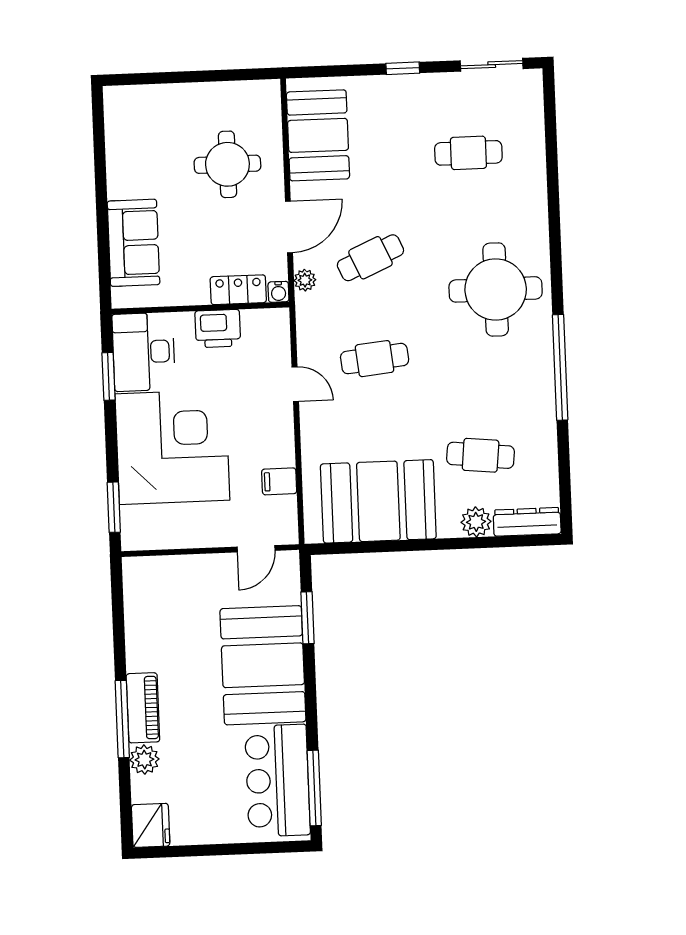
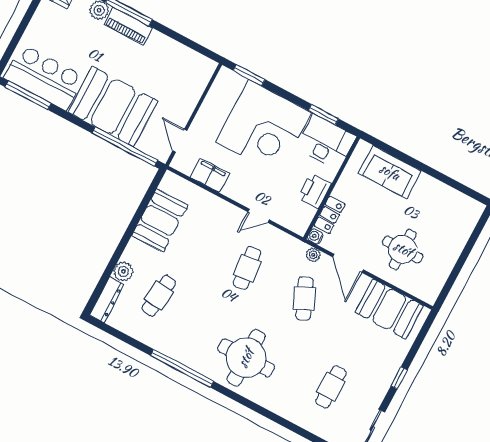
filing cabinet: (279, 481) -> (210, 175), width x2.00
booth: (378, 501) -> (160, 220), width x0.73, depth x0.70
window: (307, 618) -> (125, 147), width x2.11

